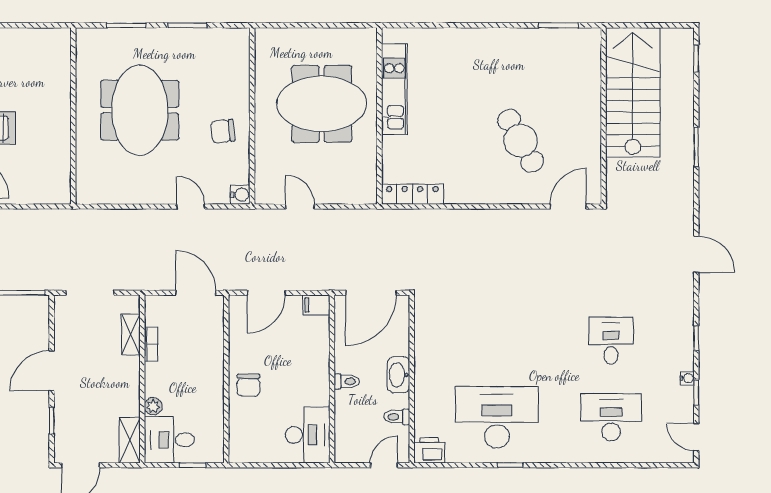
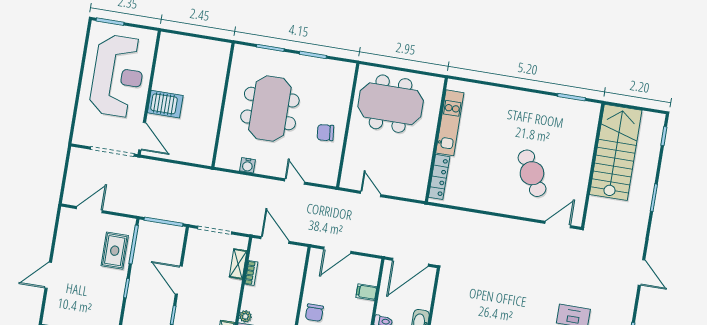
meeting table: (322, 104) -> (391, 104), moved
locker: (412, 194) -> (439, 177), moved, turned 90
water cooler: (240, 195) -> (248, 165), moved, turned 90
door: (196, 293) -> (275, 240), moved
filing cabinet: (316, 305) -> (366, 292), moved
door: (52, 371) -> (179, 280), hinge flipped

